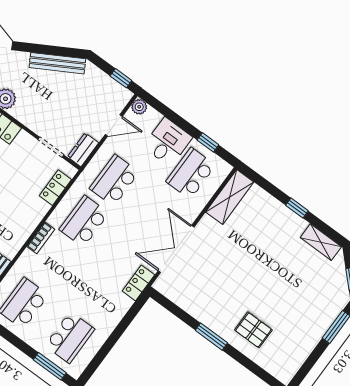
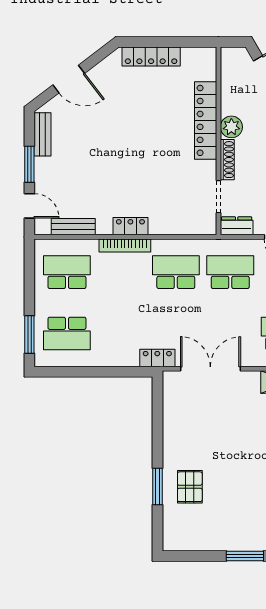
shoe rack: (28, 120) -> (227, 160), added
locker: (55, 188) -> (130, 226), moved
bookcase: (41, 238) -> (125, 245), width x1.56
window: (211, 337) -> (157, 487), moved

